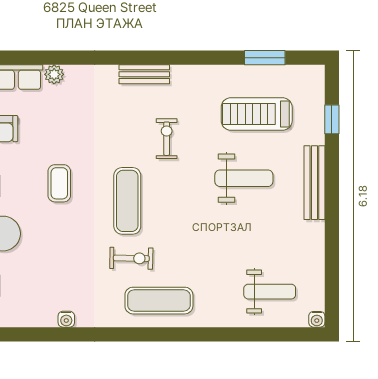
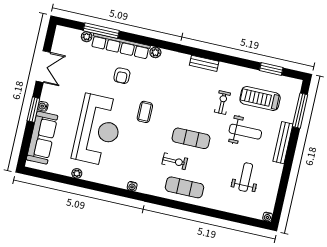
window: (332, 119) -> (300, 111), width x2.17
exercise bike: (167, 139) -> (222, 103), moved
exercise mat: (127, 201) -> (191, 138), moved, turned 90
weight bench: (270, 292) -> (246, 177), moved, turned -90

